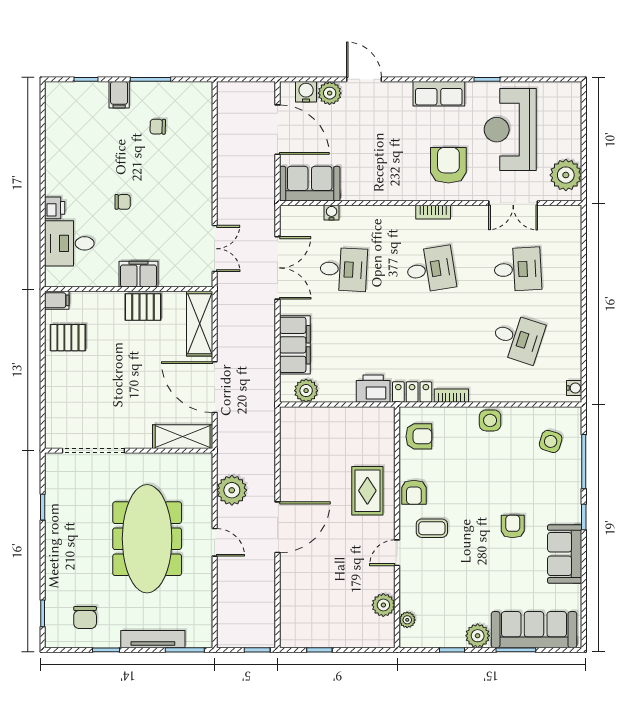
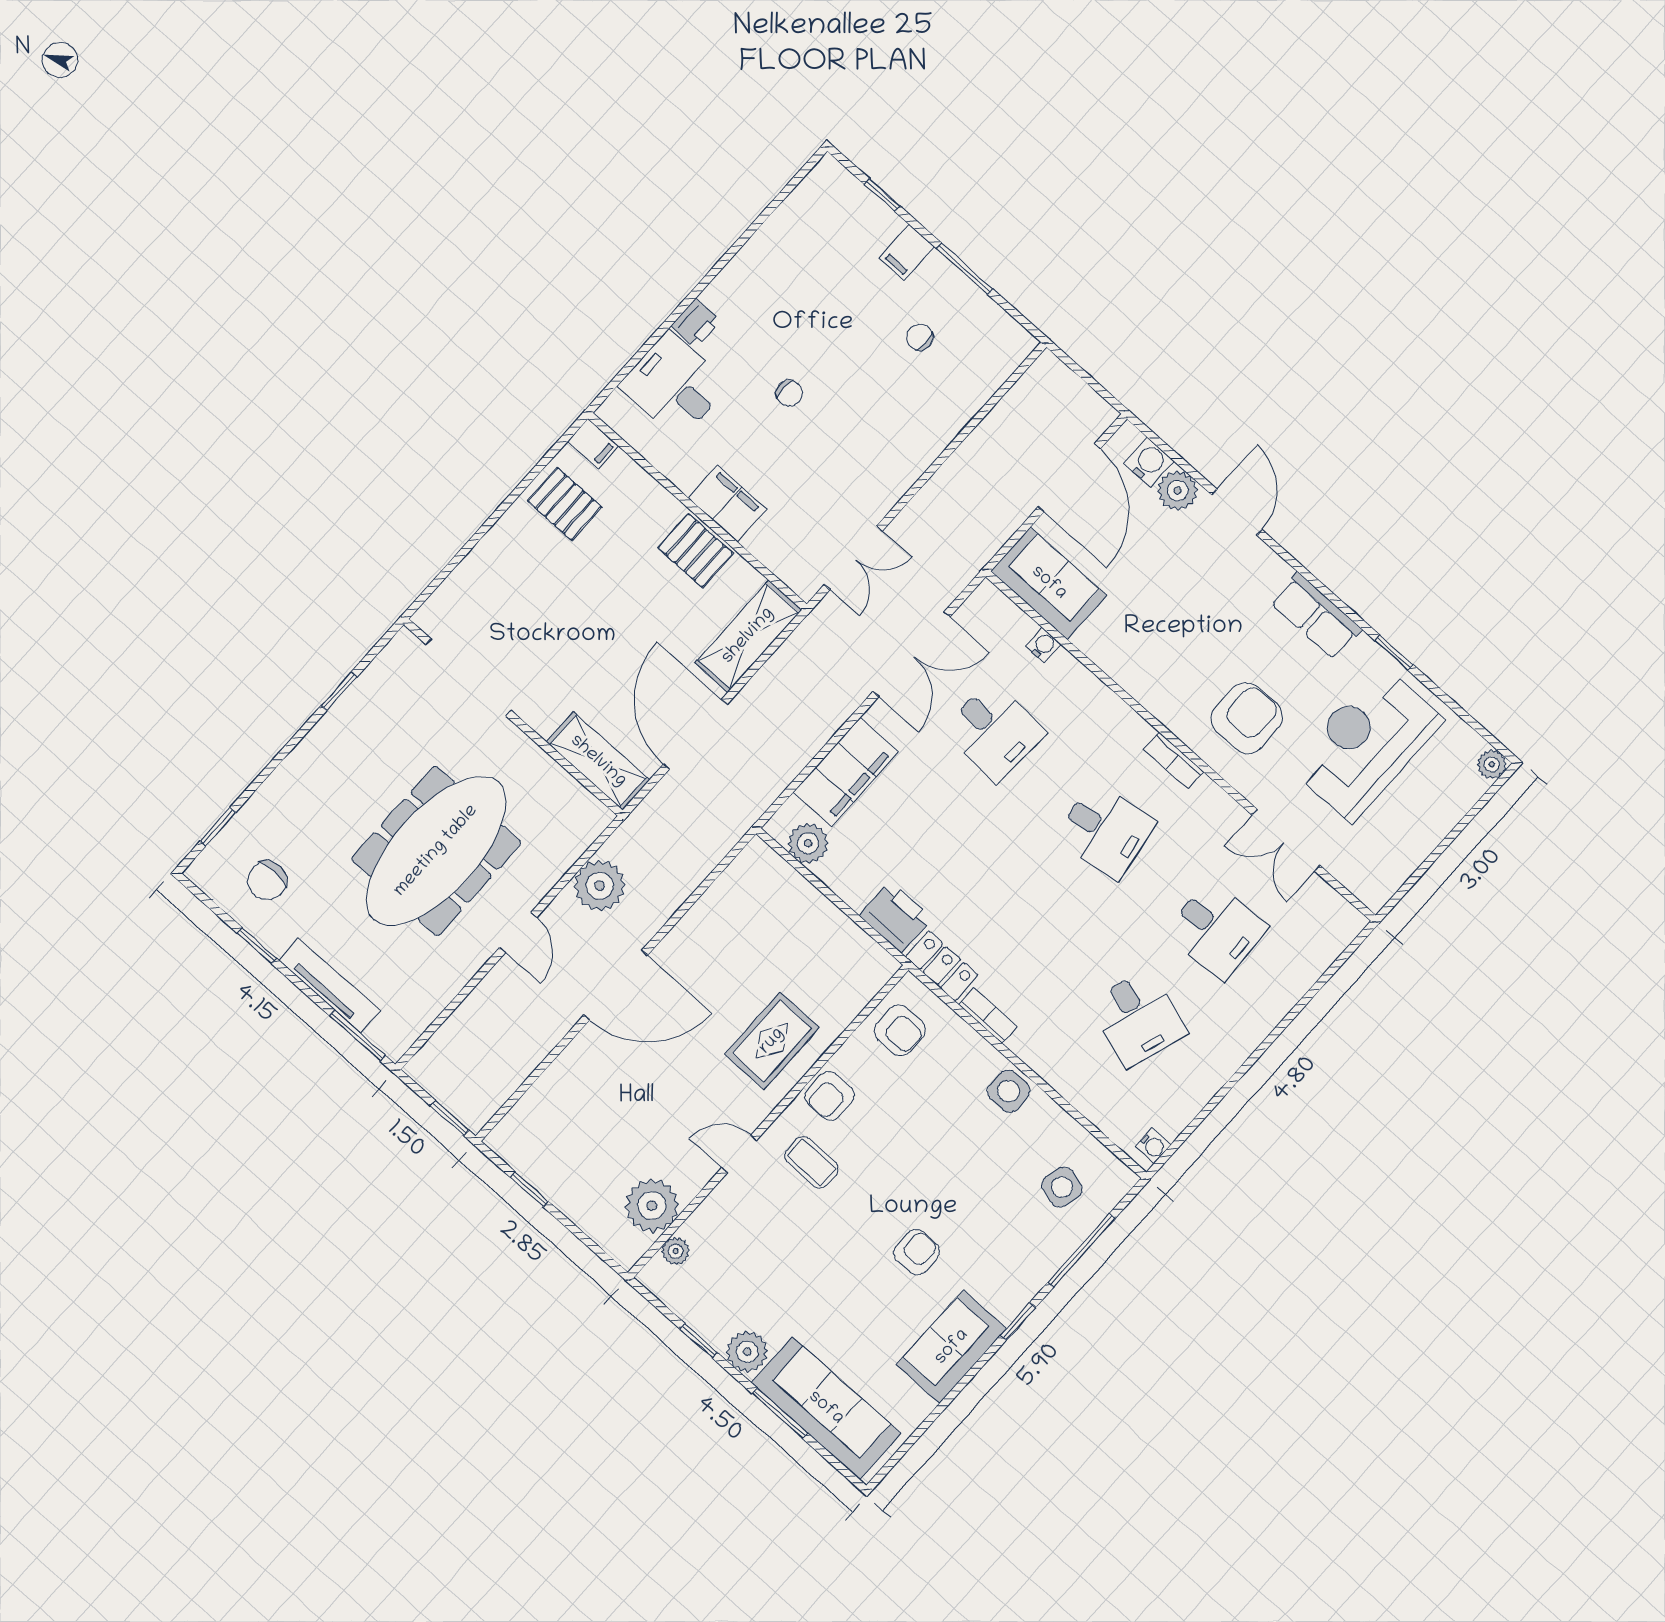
plant: (566, 175) -> (1492, 764), moved, width x0.53, depth x0.53
plant: (383, 605) -> (652, 1206), width x1.36, depth x1.36

